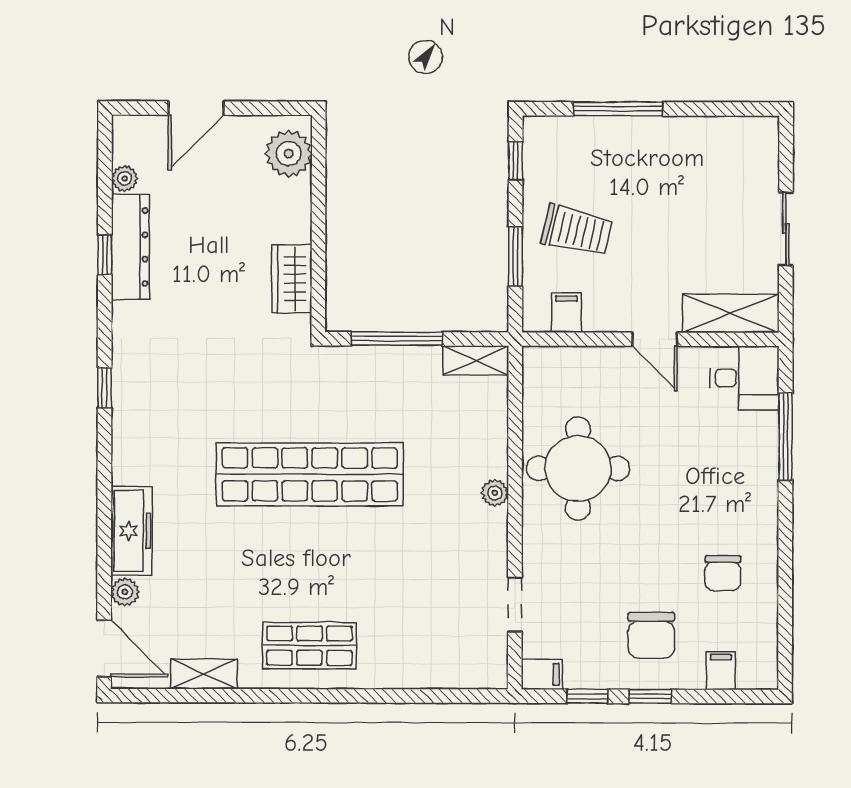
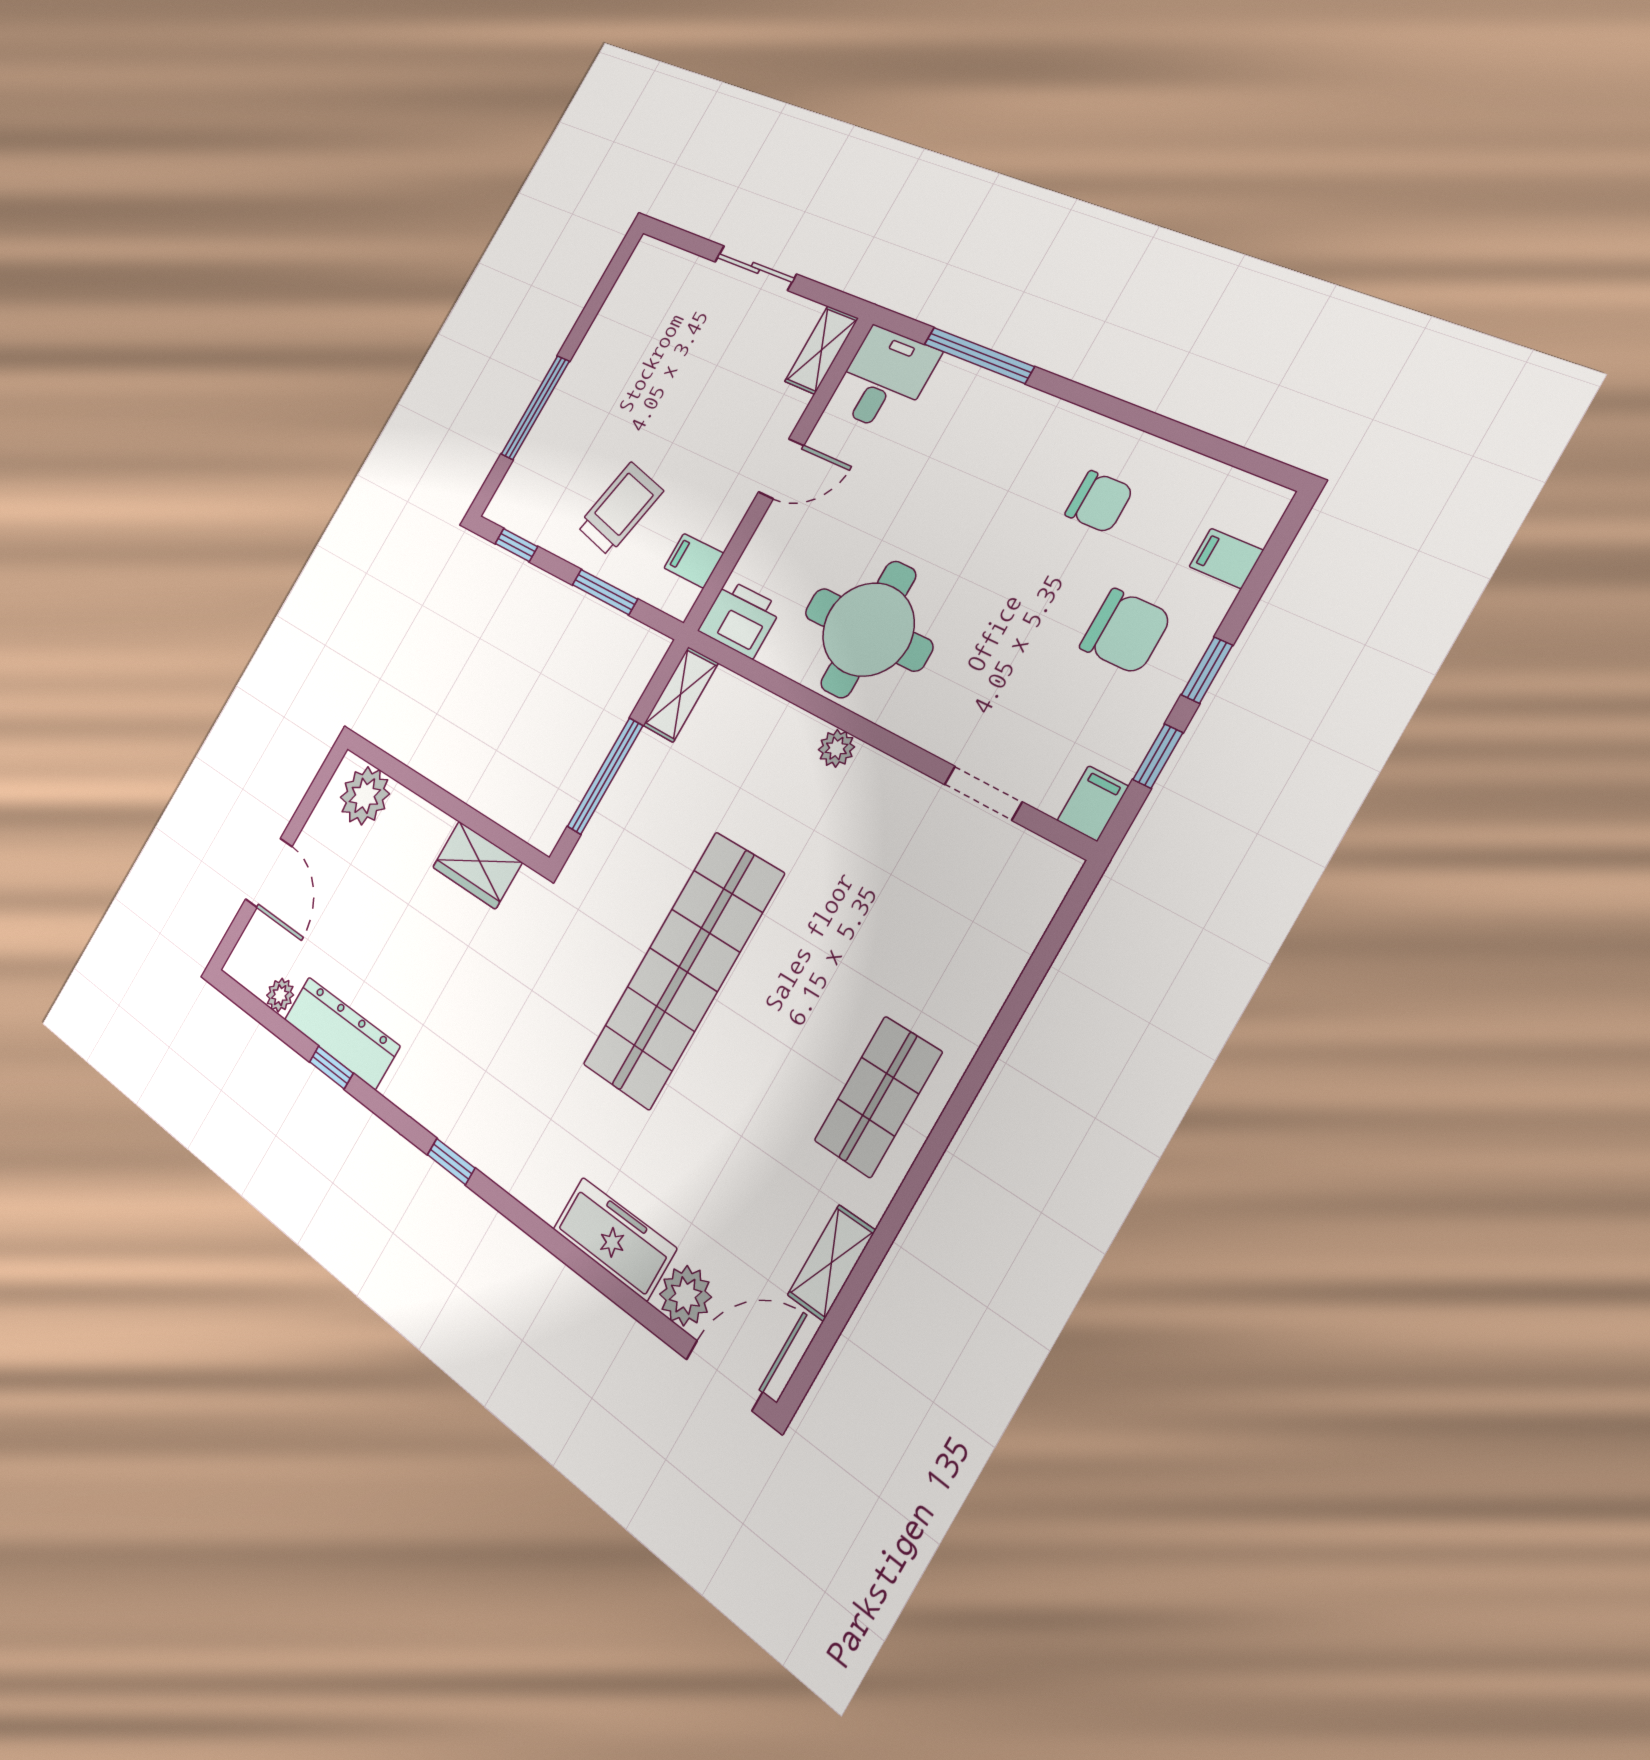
shelving: (731, 313) -> (821, 350), width x0.67, depth x0.75
printer: (544, 372) -> (740, 619), added
plant: (125, 592) -> (685, 1296), width x1.38, depth x1.38

